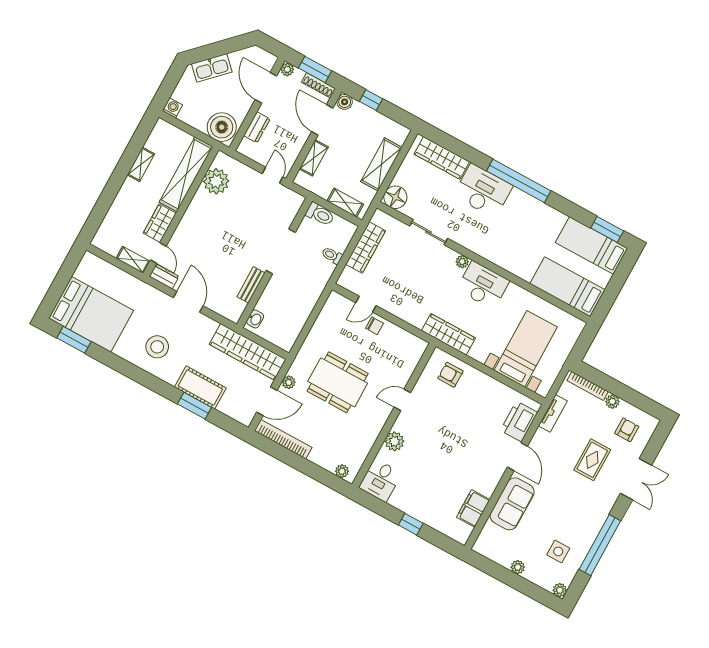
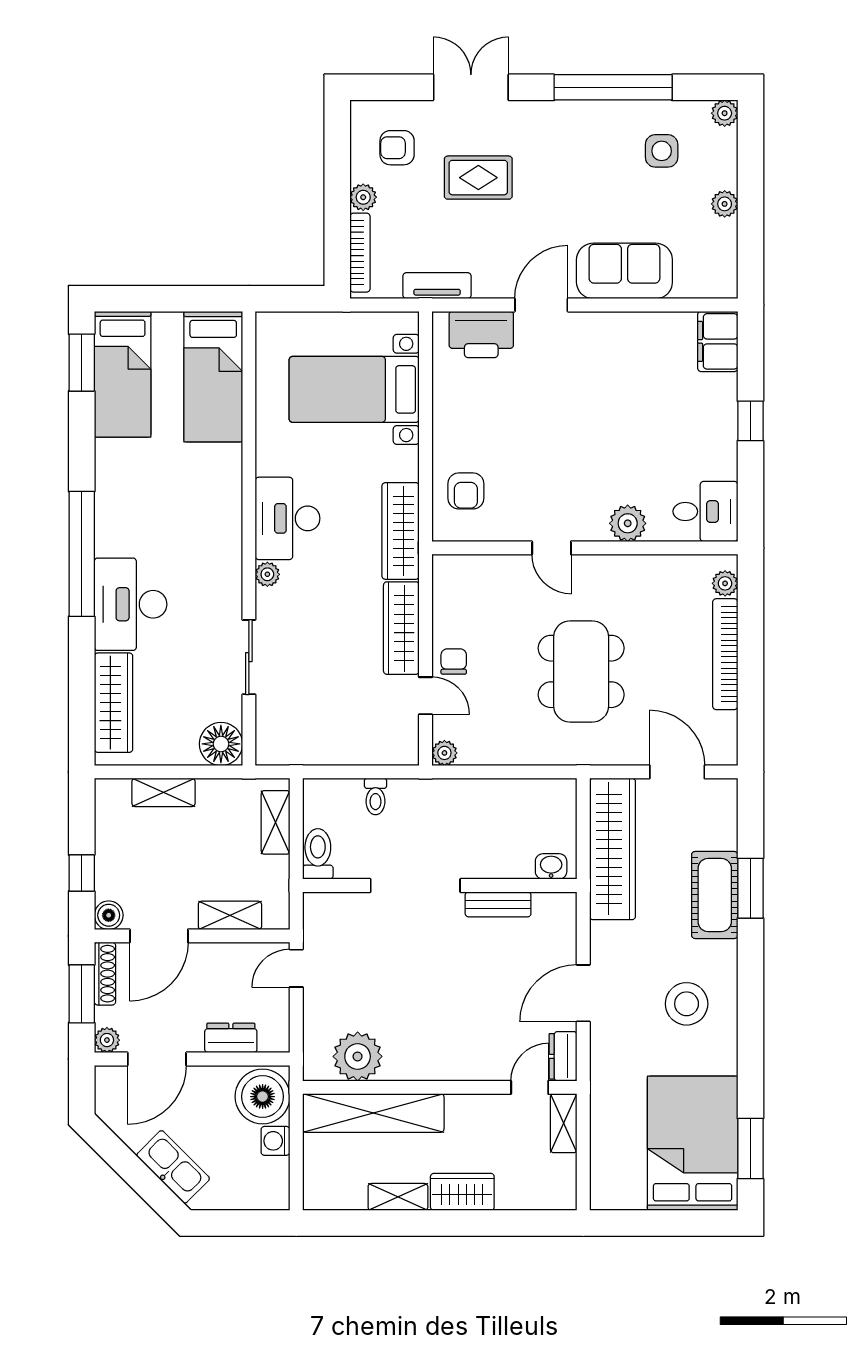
washing machine: (172, 108) -> (275, 1141), moved
shelving: (381, 164) -> (163, 792), width x0.67, depth x0.75
wardrobe: (160, 223) -> (462, 1192), moved, turned 180
wardrobe: (366, 247) -> (401, 628), moved, turned -90
plant: (289, 382) -> (444, 753), moved
bookcase: (283, 439) -> (725, 654), moved
filing cabinet: (473, 508) -> (718, 341), moved, turned 90

